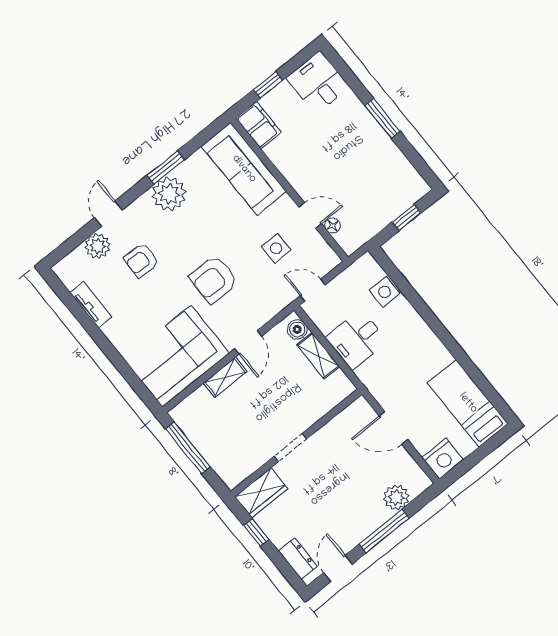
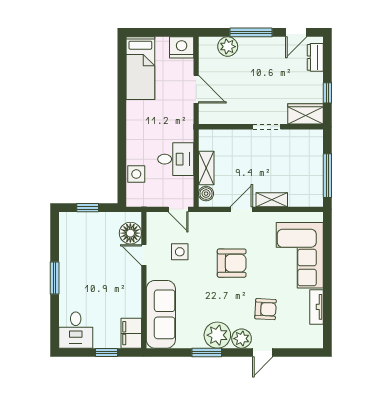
floor lamp: (332, 226) -> (130, 233), width x1.89, depth x1.89
plant: (98, 246) -> (242, 339), moved
corner sofa: (177, 356) -> (300, 255), moved, turned 90

